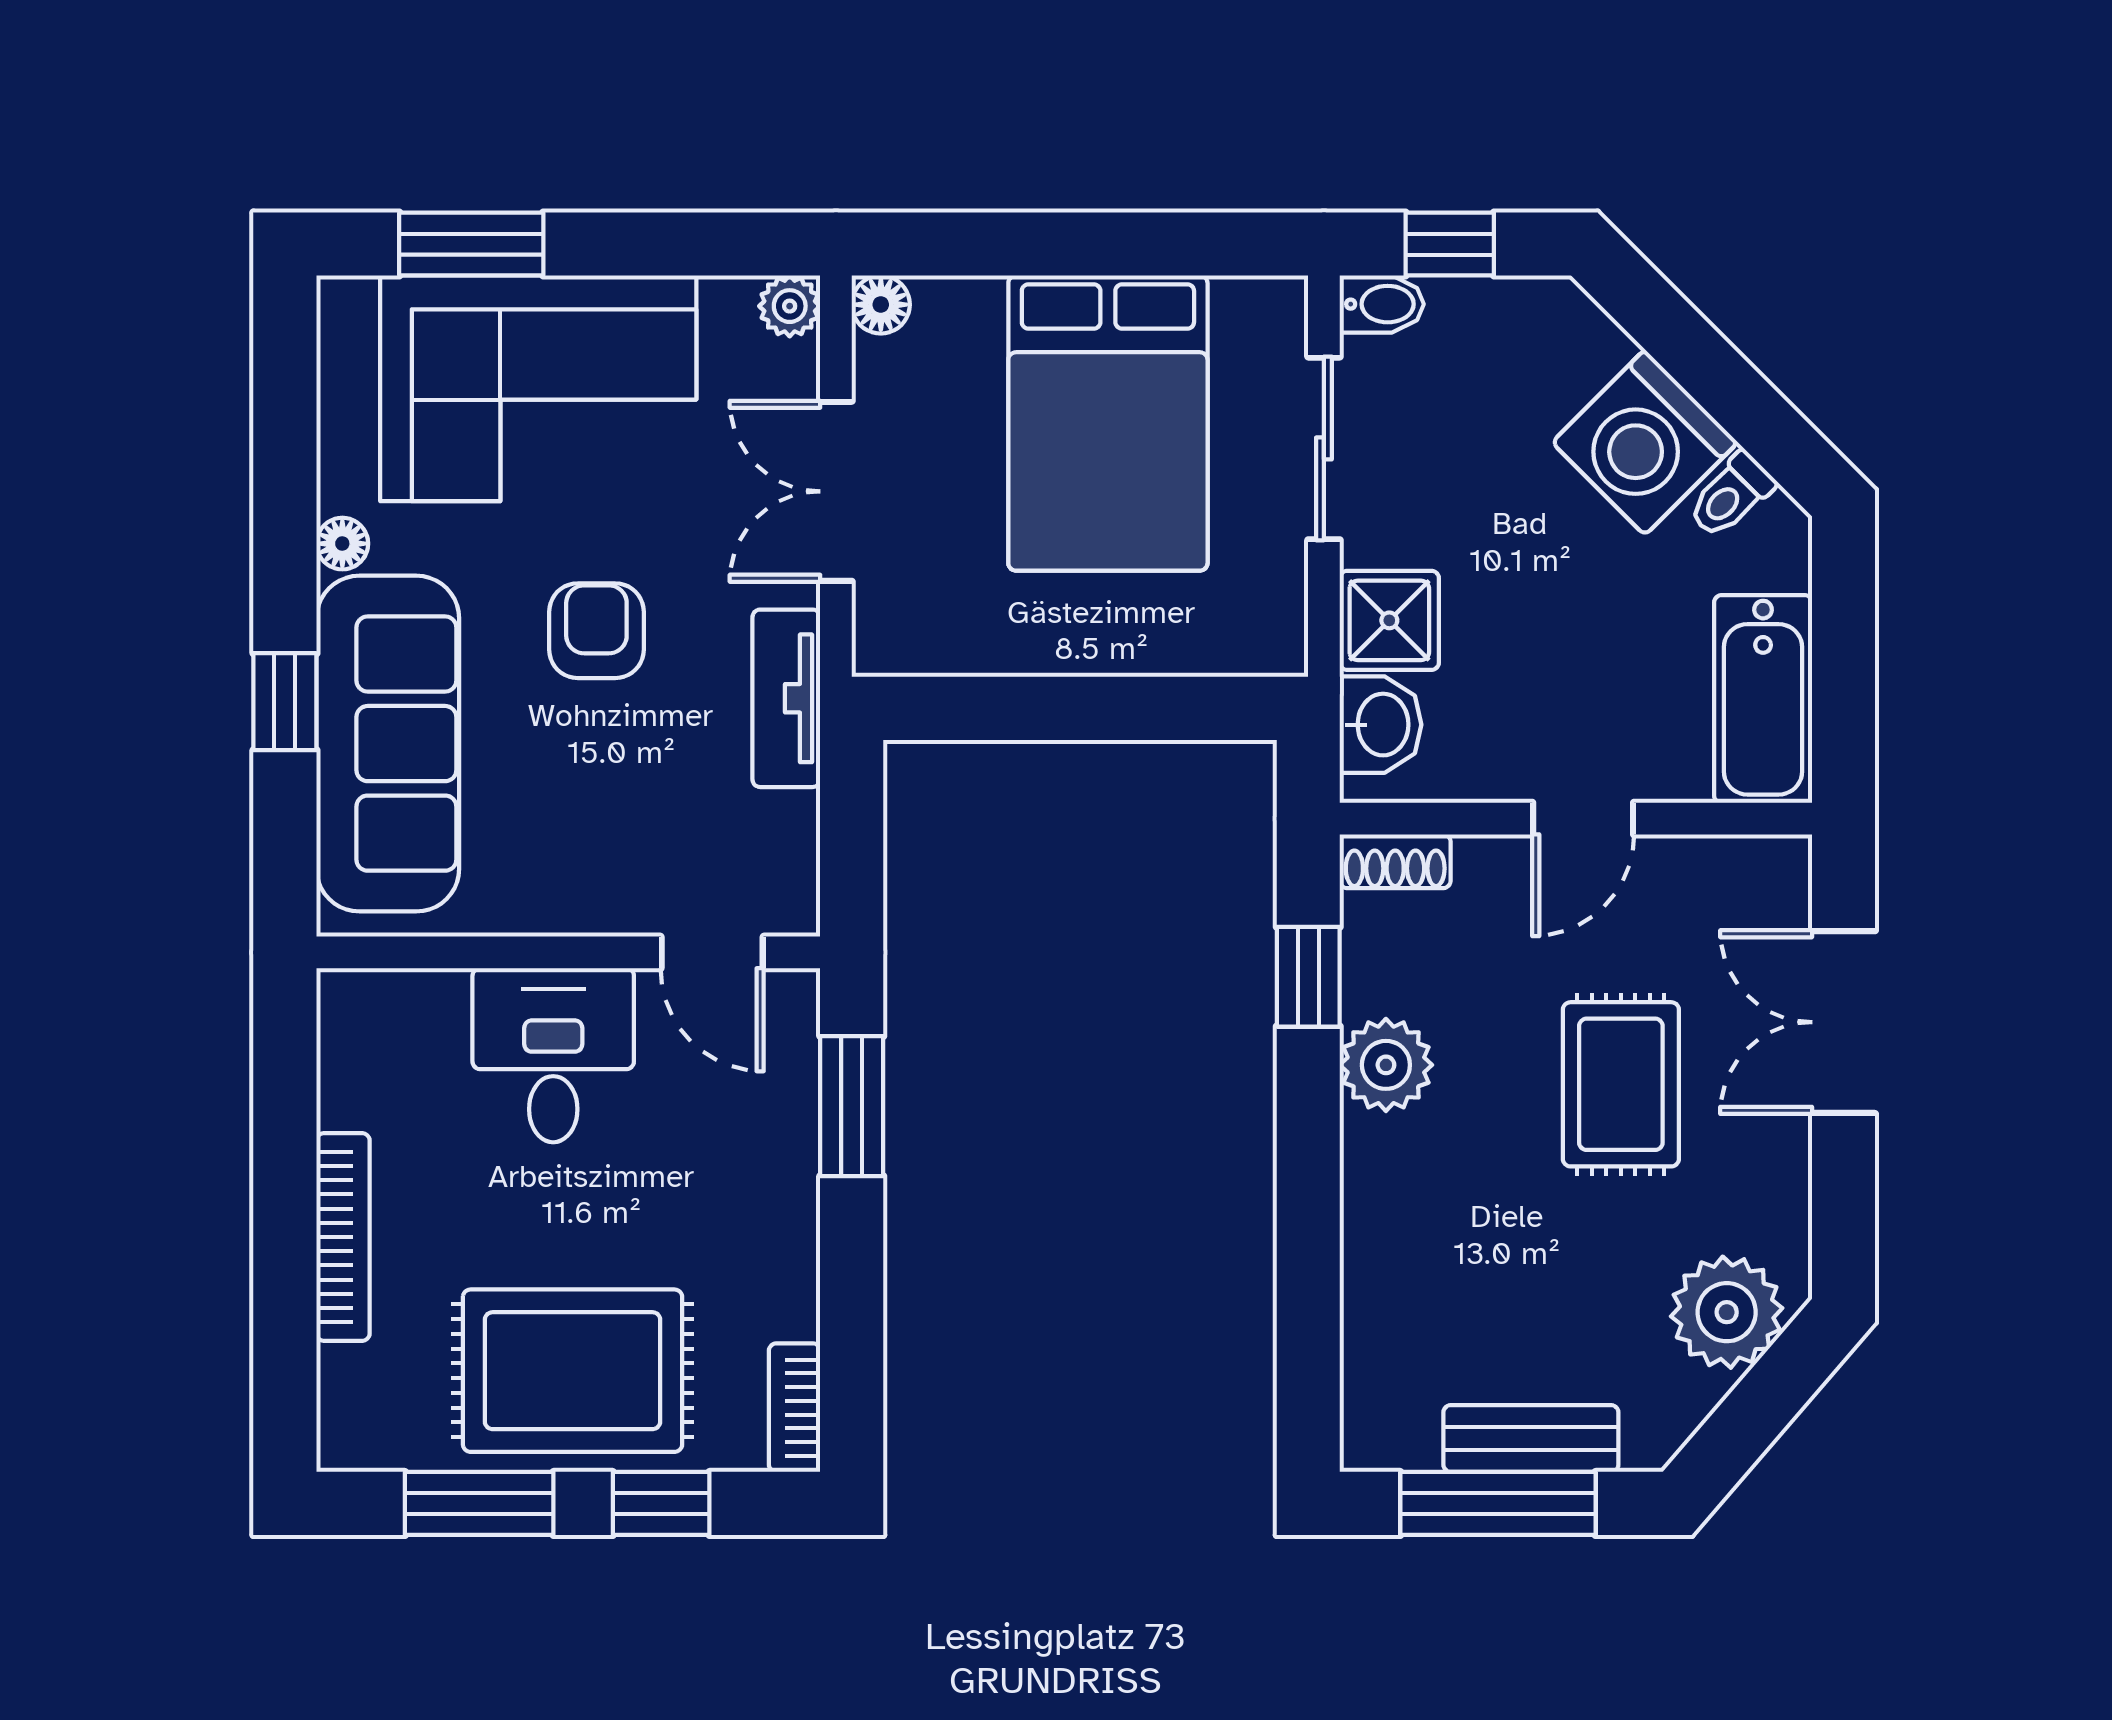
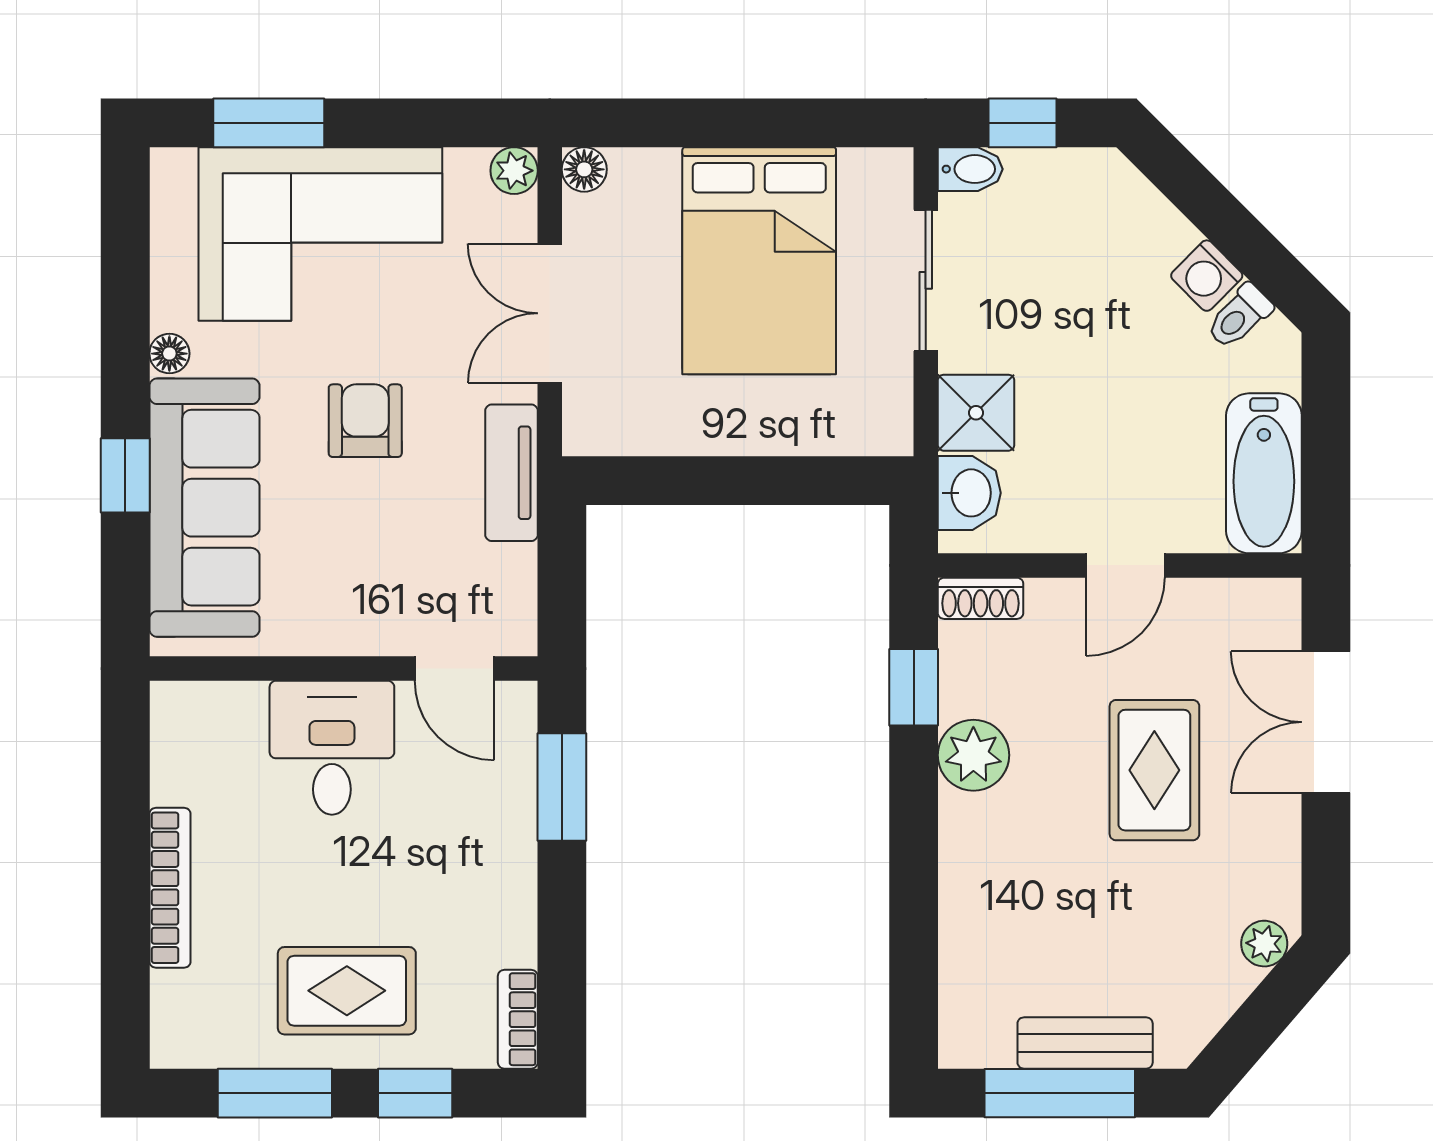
washing machine: (1645, 442) -> (1207, 276), width x0.53, depth x0.53
plant: (1727, 1312) -> (1264, 944), width x0.53, depth x0.53
rug: (573, 1371) -> (347, 991), width x0.73, depth x0.70

